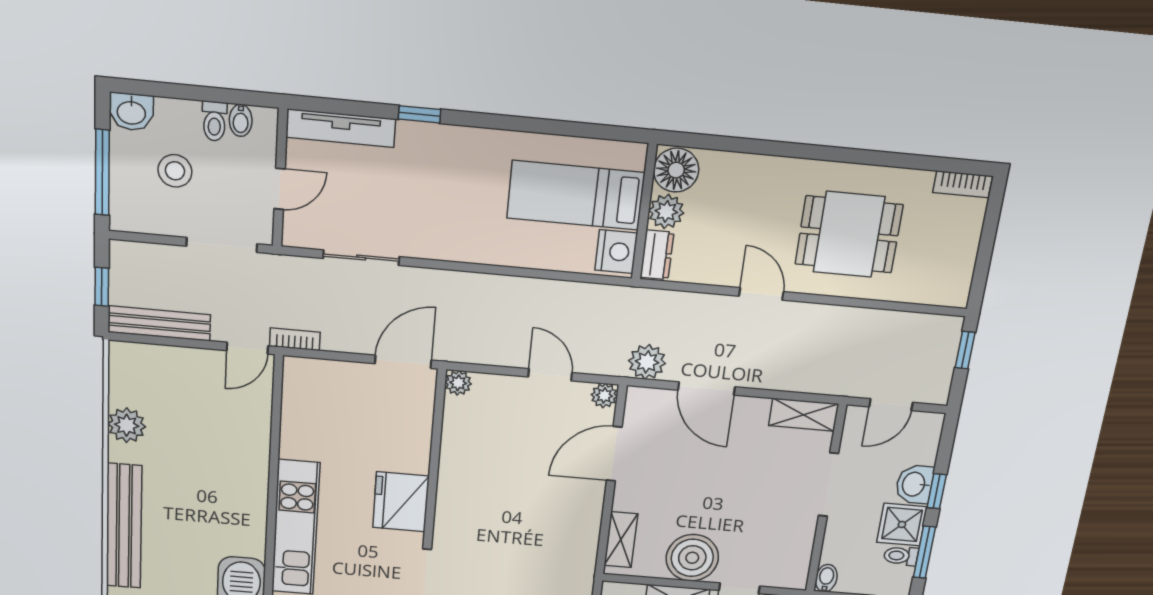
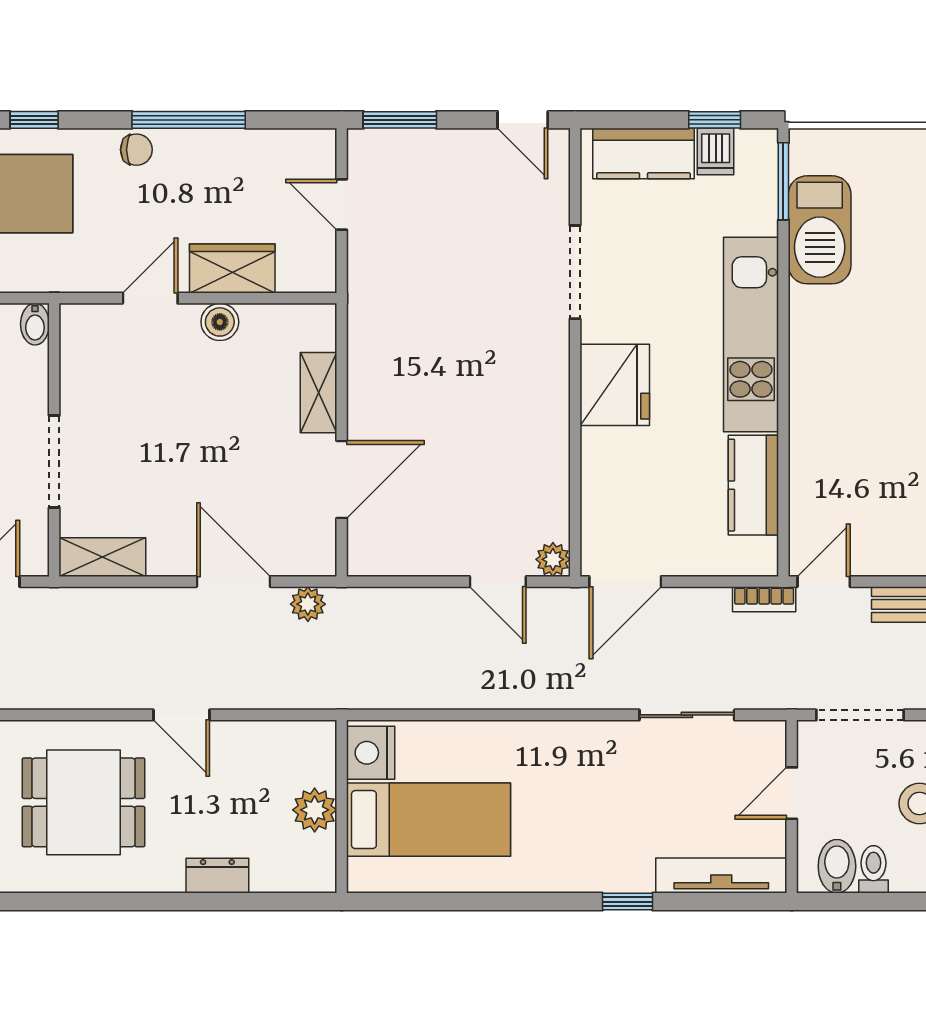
bidet: (241, 120) -> (837, 866), width x1.38, depth x1.36
floor lamp: (676, 170) -> (309, 863), removed
dresser: (657, 255) -> (217, 876), moved, turned 90
plant: (647, 362) -> (308, 604), width x0.73, depth x0.73
door: (550, 375) -> (498, 582), moved
plant: (604, 396) -> (364, 560), removed
kitchen counter: (299, 423) -> (753, 485), added
shelving: (621, 540) -> (319, 393), moved
boiler: (692, 558) -> (220, 322), width x0.54, depth x0.54

